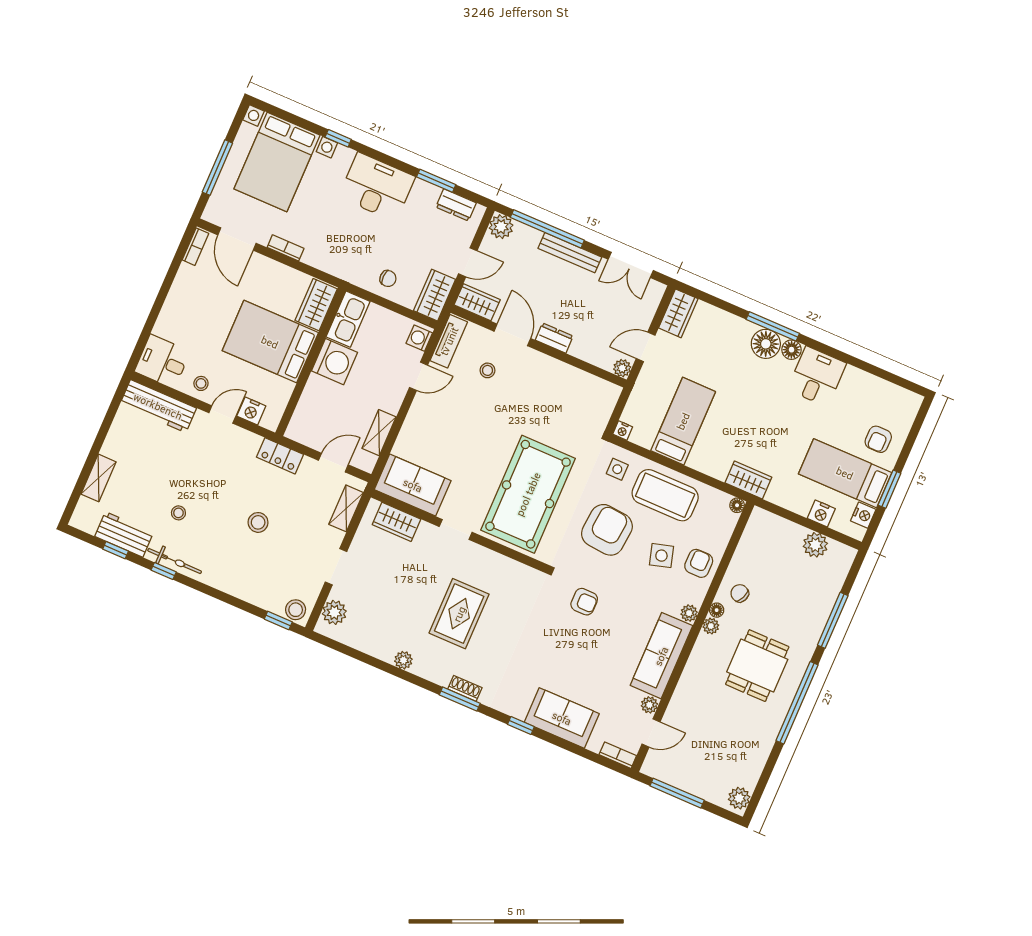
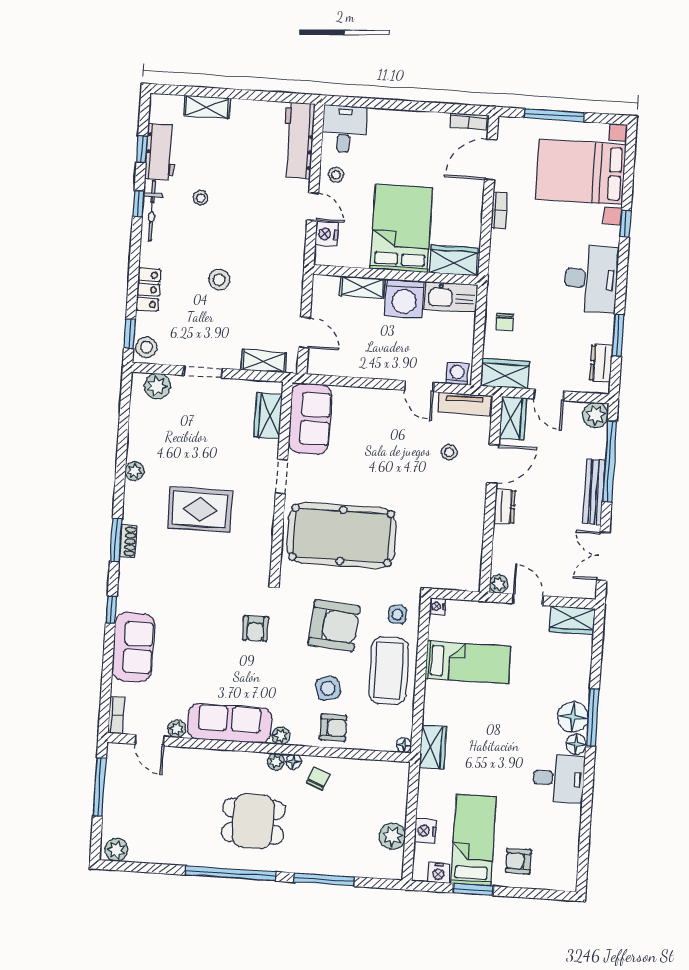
shelving: (379, 433) -> (363, 287), moved
locker: (280, 456) -> (148, 290), moved, turned 180

